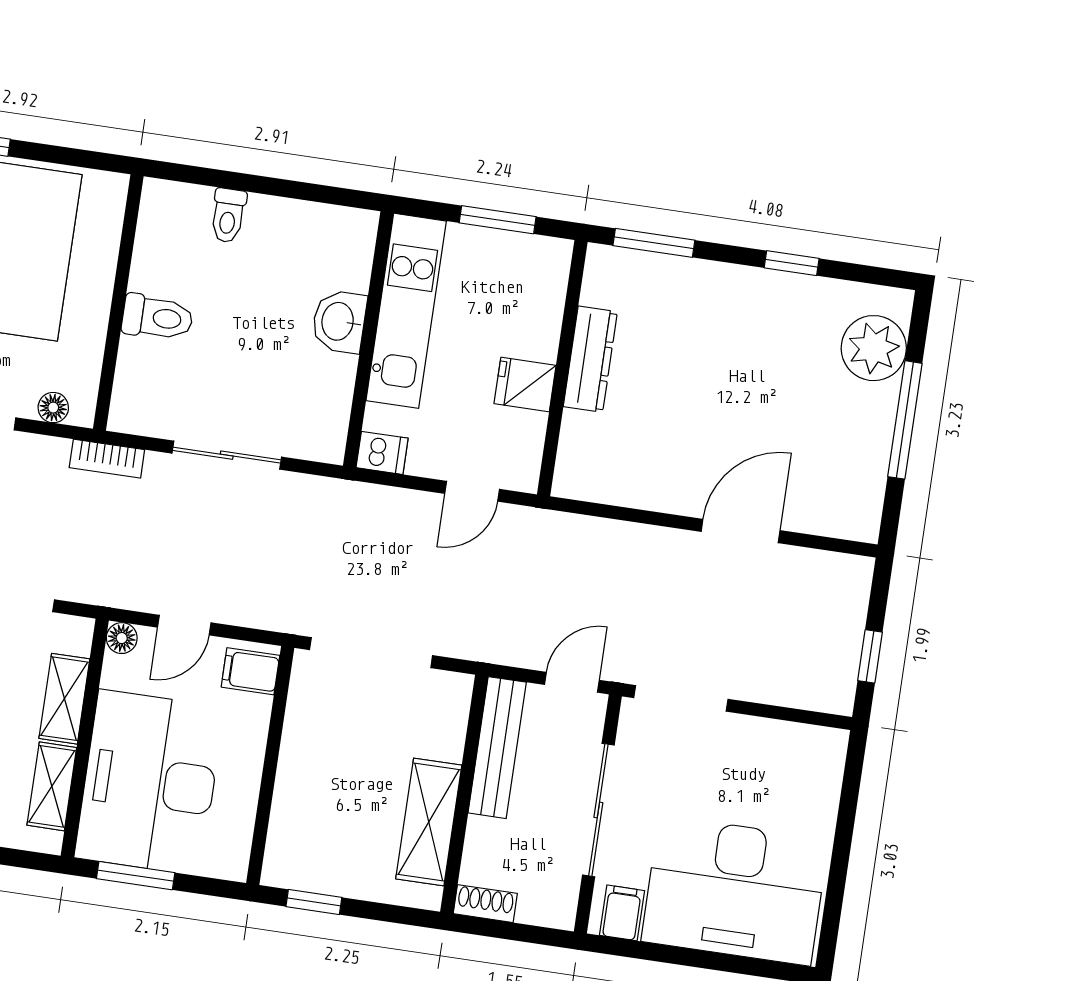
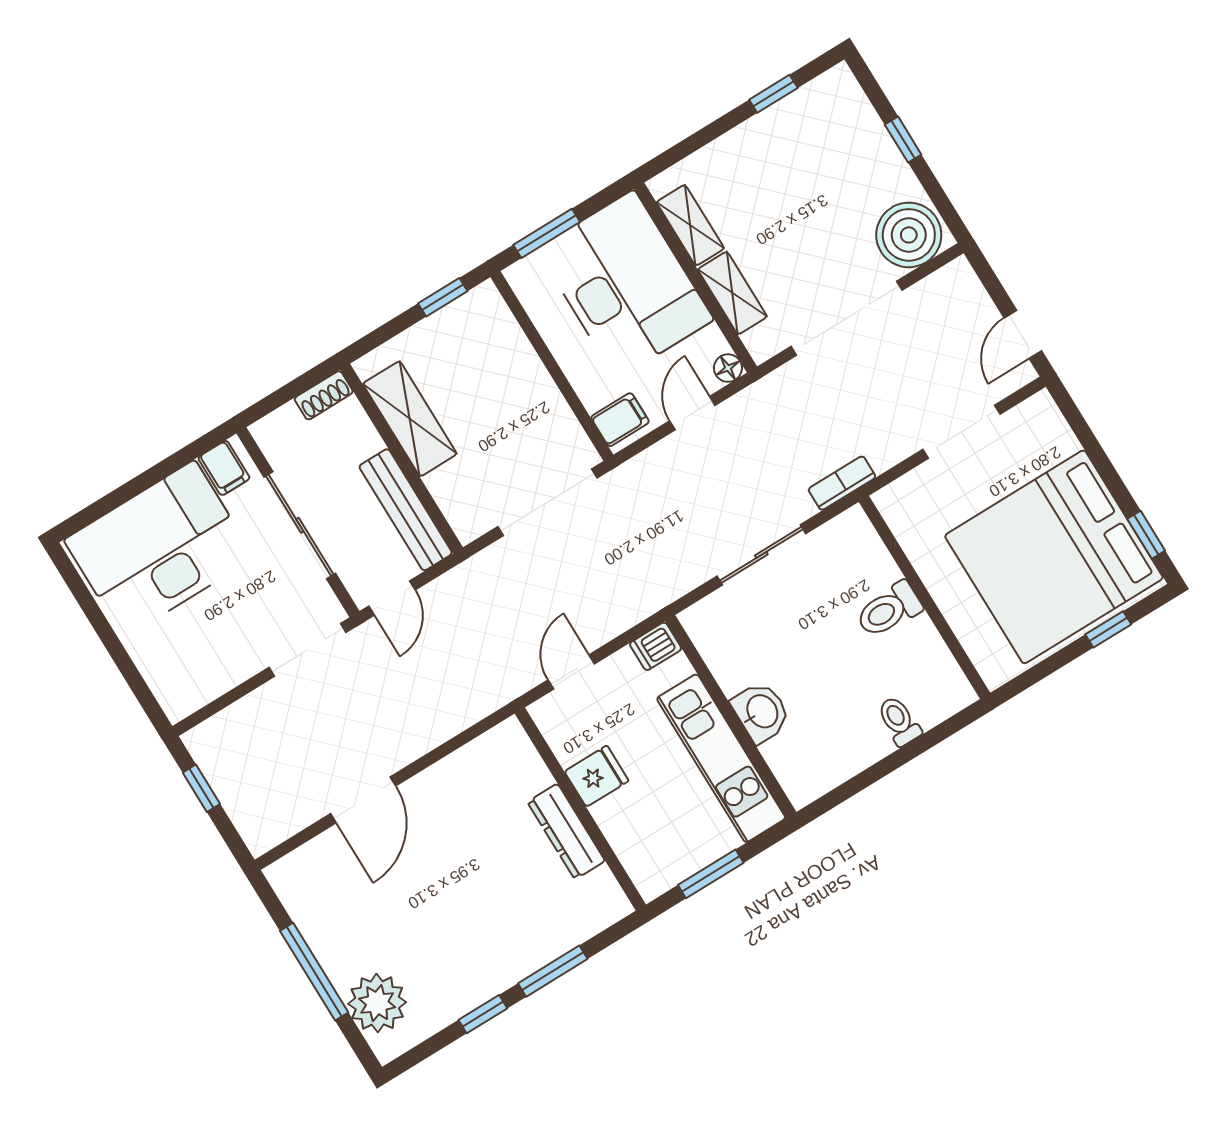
window: (654, 243) -> (553, 971), moved
floor lamp: (53, 408) -> (908, 487), removed
window: (136, 876) -> (547, 233), moved

